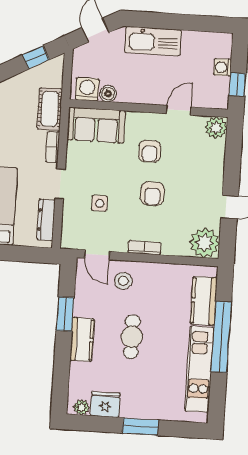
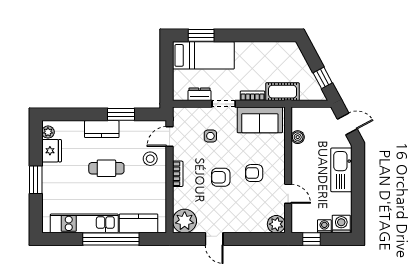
washing machine: (87, 89) -> (341, 224), moved, turned -90
sofa: (96, 125) -> (260, 120), moved, turned -90
dresser: (46, 220) -> (199, 94), width x0.70

